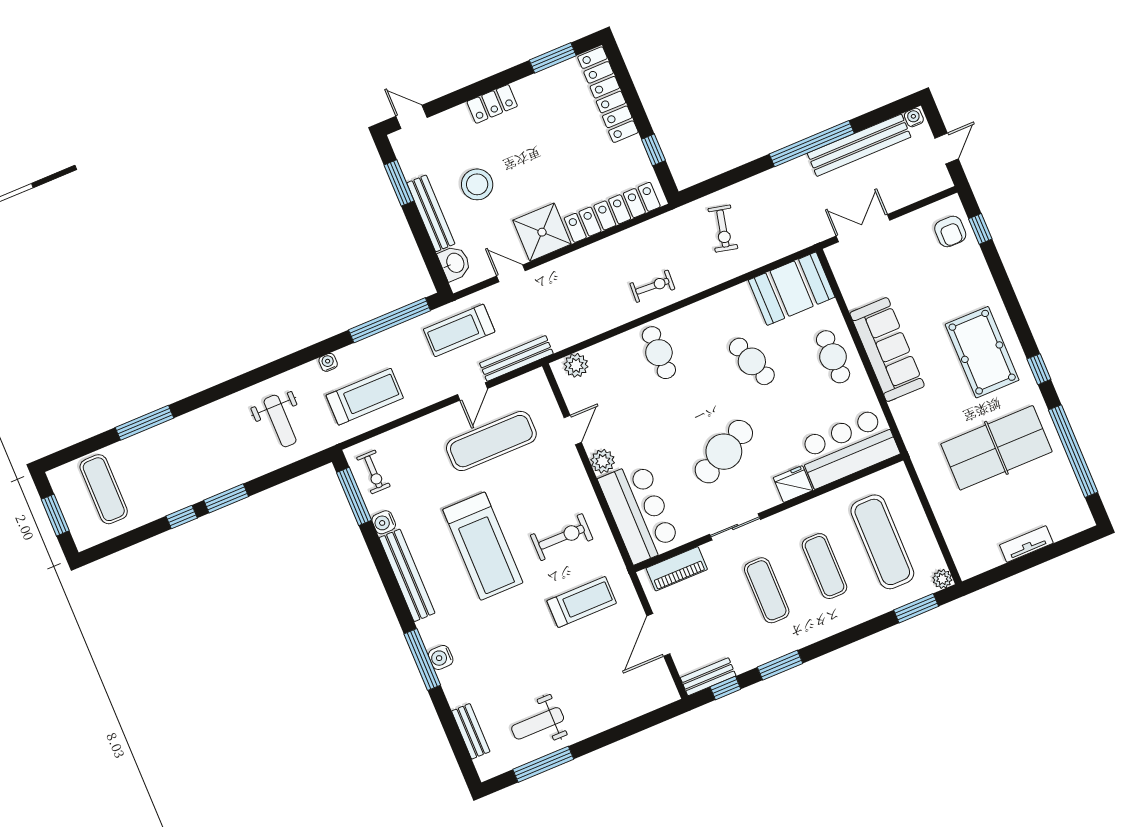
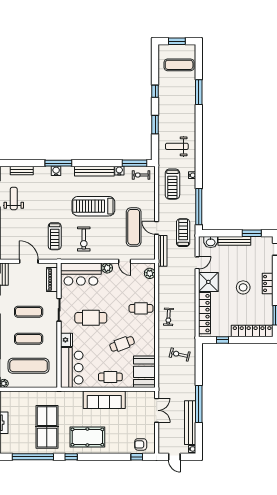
stool: (477, 184) -> (243, 287), moved
cafe table: (724, 452) -> (91, 318), turned -63
window: (226, 498) -> (155, 125), moved

